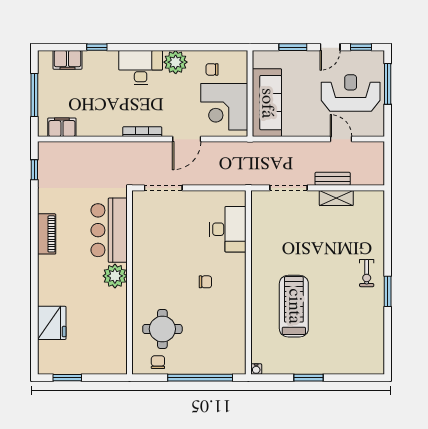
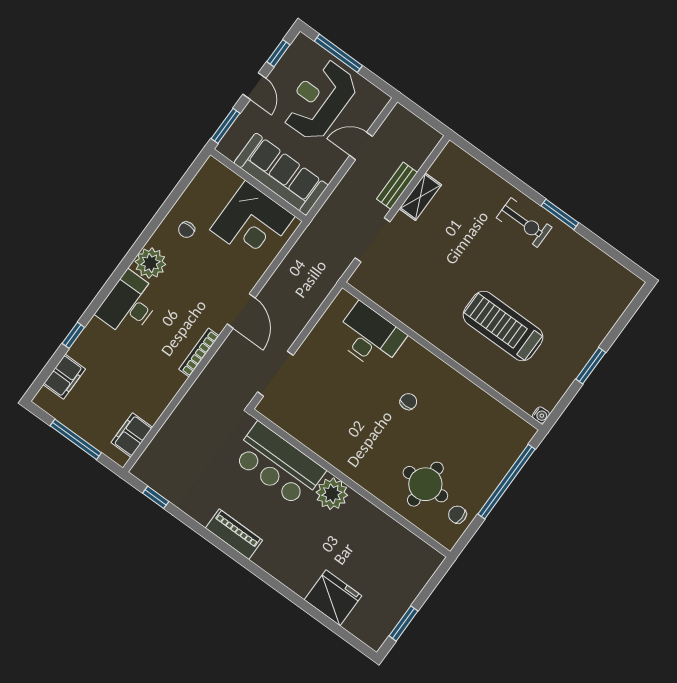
wall: (250, 93) -> (258, 185), moved
sofa: (267, 103) -> (281, 174), moved
corner desk: (224, 107) -> (252, 223), moved
exercise bike: (367, 273) -> (524, 222), width x1.38, depth x1.39

